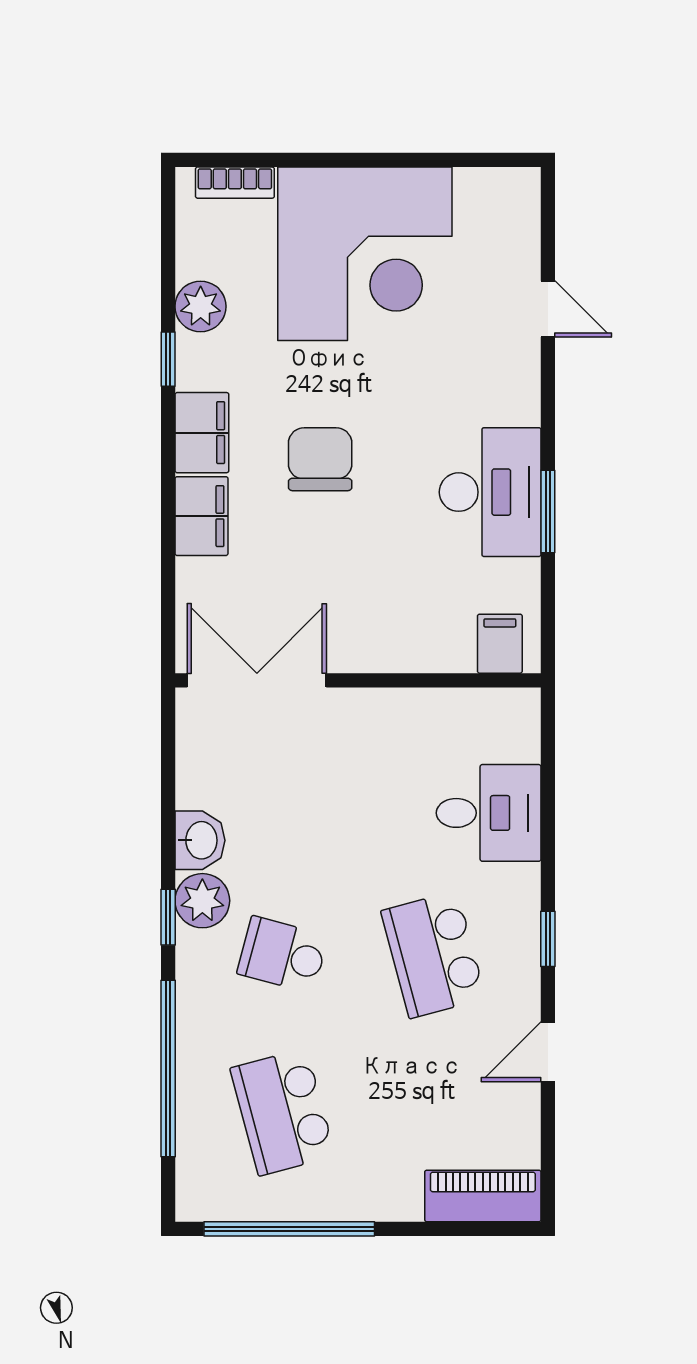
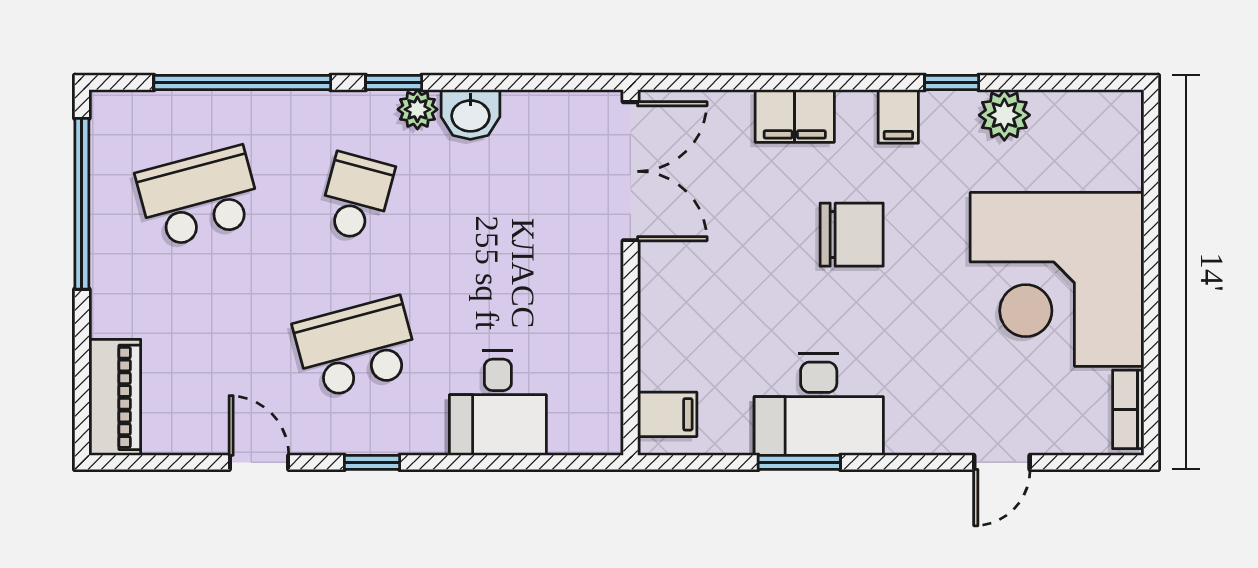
bookcase: (235, 183) -> (1128, 409), moved
filing cabinet: (202, 433) -> (898, 116), width x0.50
plant: (202, 901) -> (417, 109), width x0.73, depth x0.73

